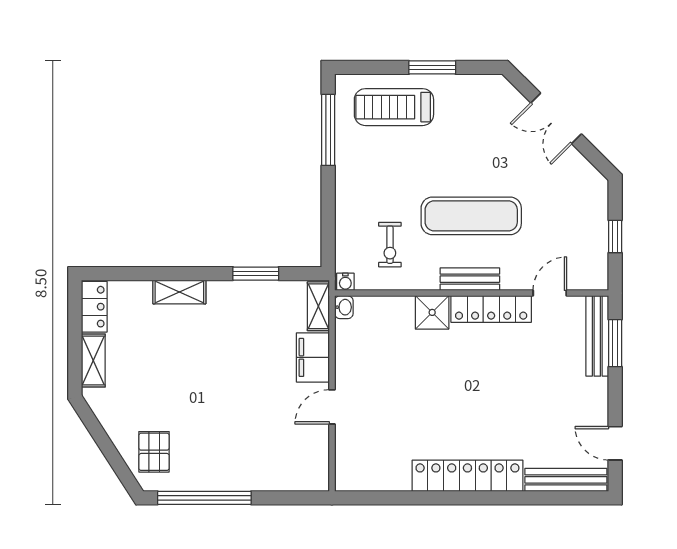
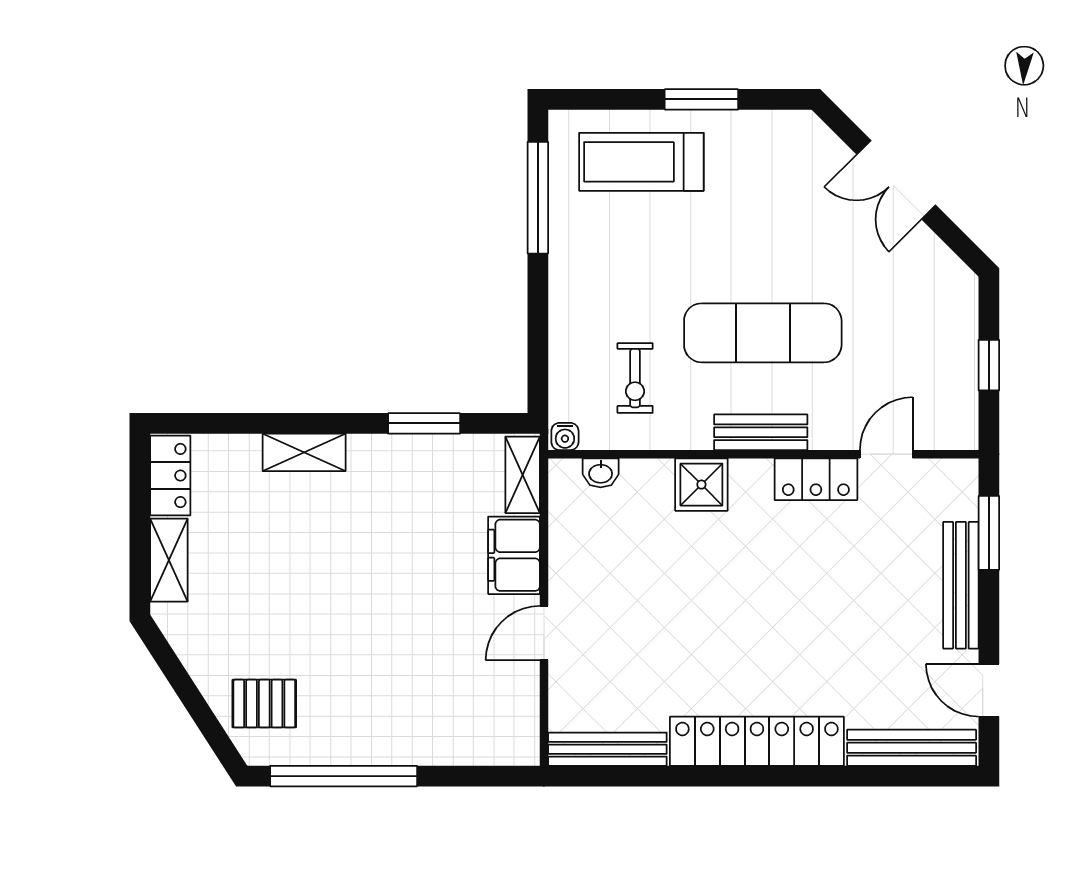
washbasin: (344, 307) -> (601, 473), moved, turned 90
locker: (491, 309) -> (816, 479), width x0.66
bench: (597, 336) -> (961, 585), moved
pallet: (154, 452) -> (264, 704), turned 90
bench: (372, 481) -> (607, 749), added

